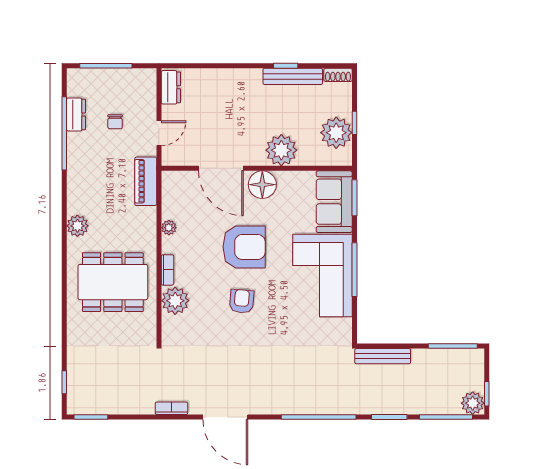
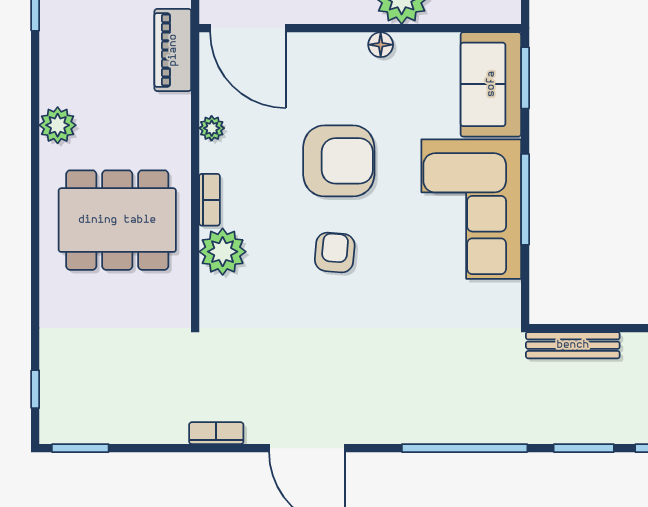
door: (221, 168) -> (248, 28), moved
floor lamp: (262, 185) -> (381, 45), width x0.53, depth x0.53

